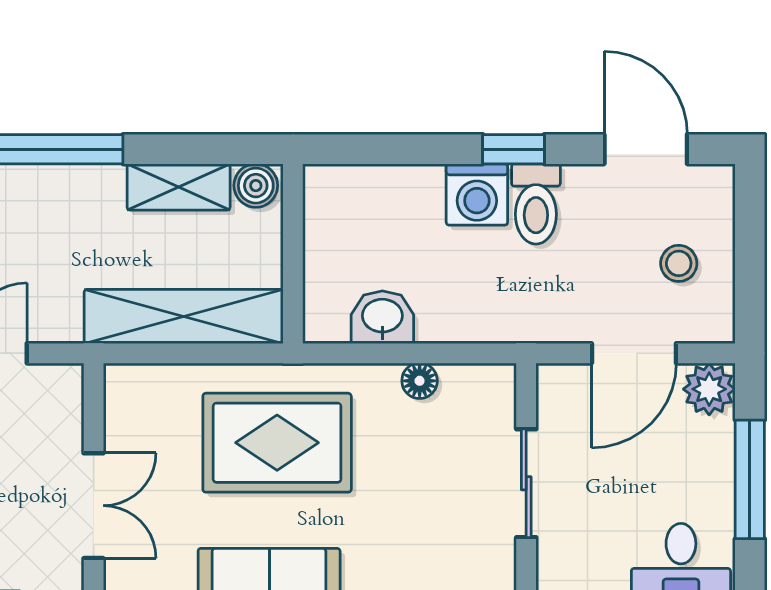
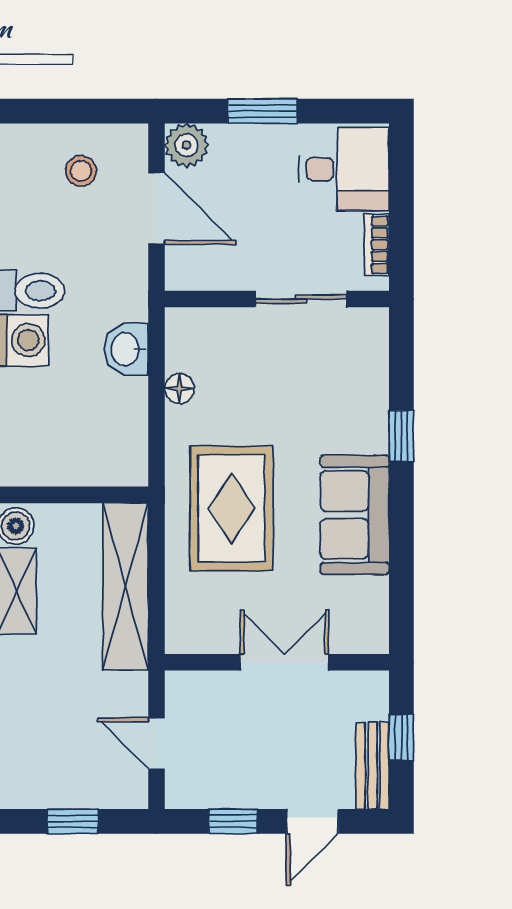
washbasin: (382, 317) -> (126, 349), moved
window: (750, 479) -> (262, 111), width x0.69
sliding door: (526, 483) -> (301, 299), moved

